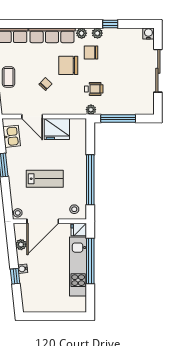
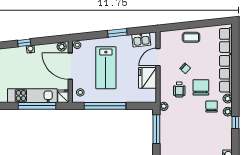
wheelchair: (94, 89) -> (179, 89), moved
lab bench: (45, 179) -> (106, 68), width x1.36, depth x1.39
plant: (21, 245) -> (62, 47), moved

